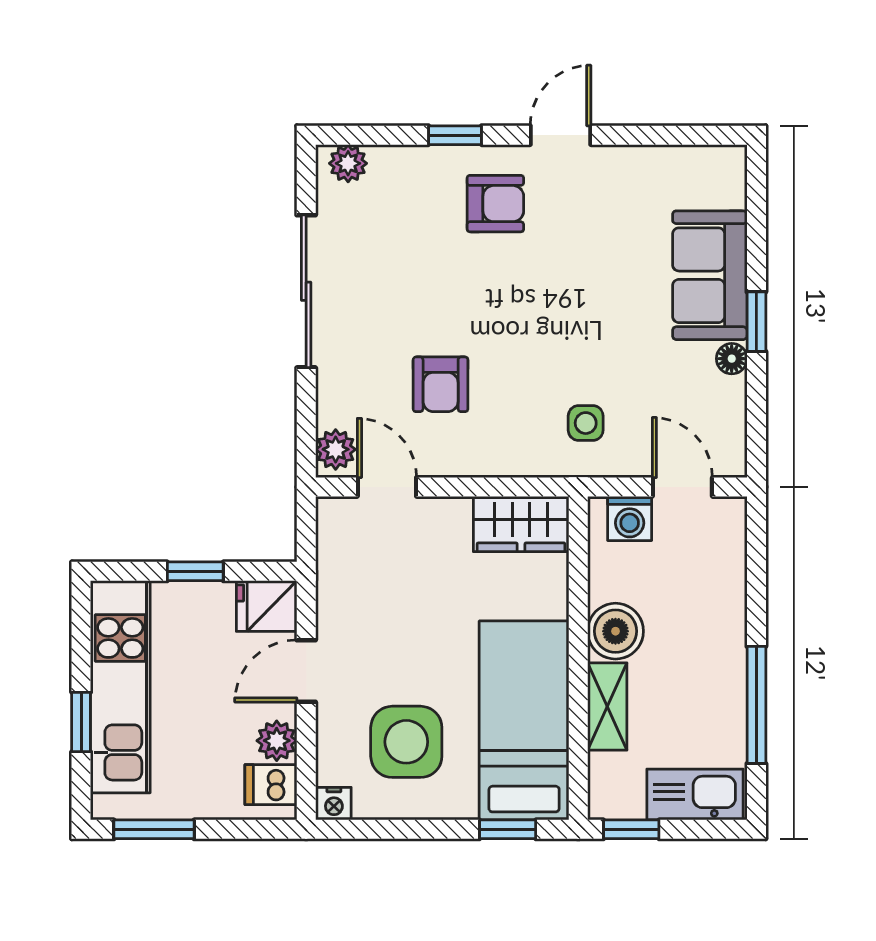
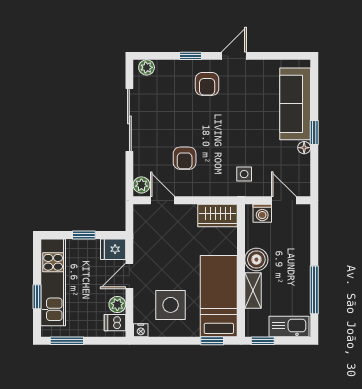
armchair: (495, 204) -> (207, 84), turned 90
sofa: (710, 275) -> (295, 104), width x1.36

